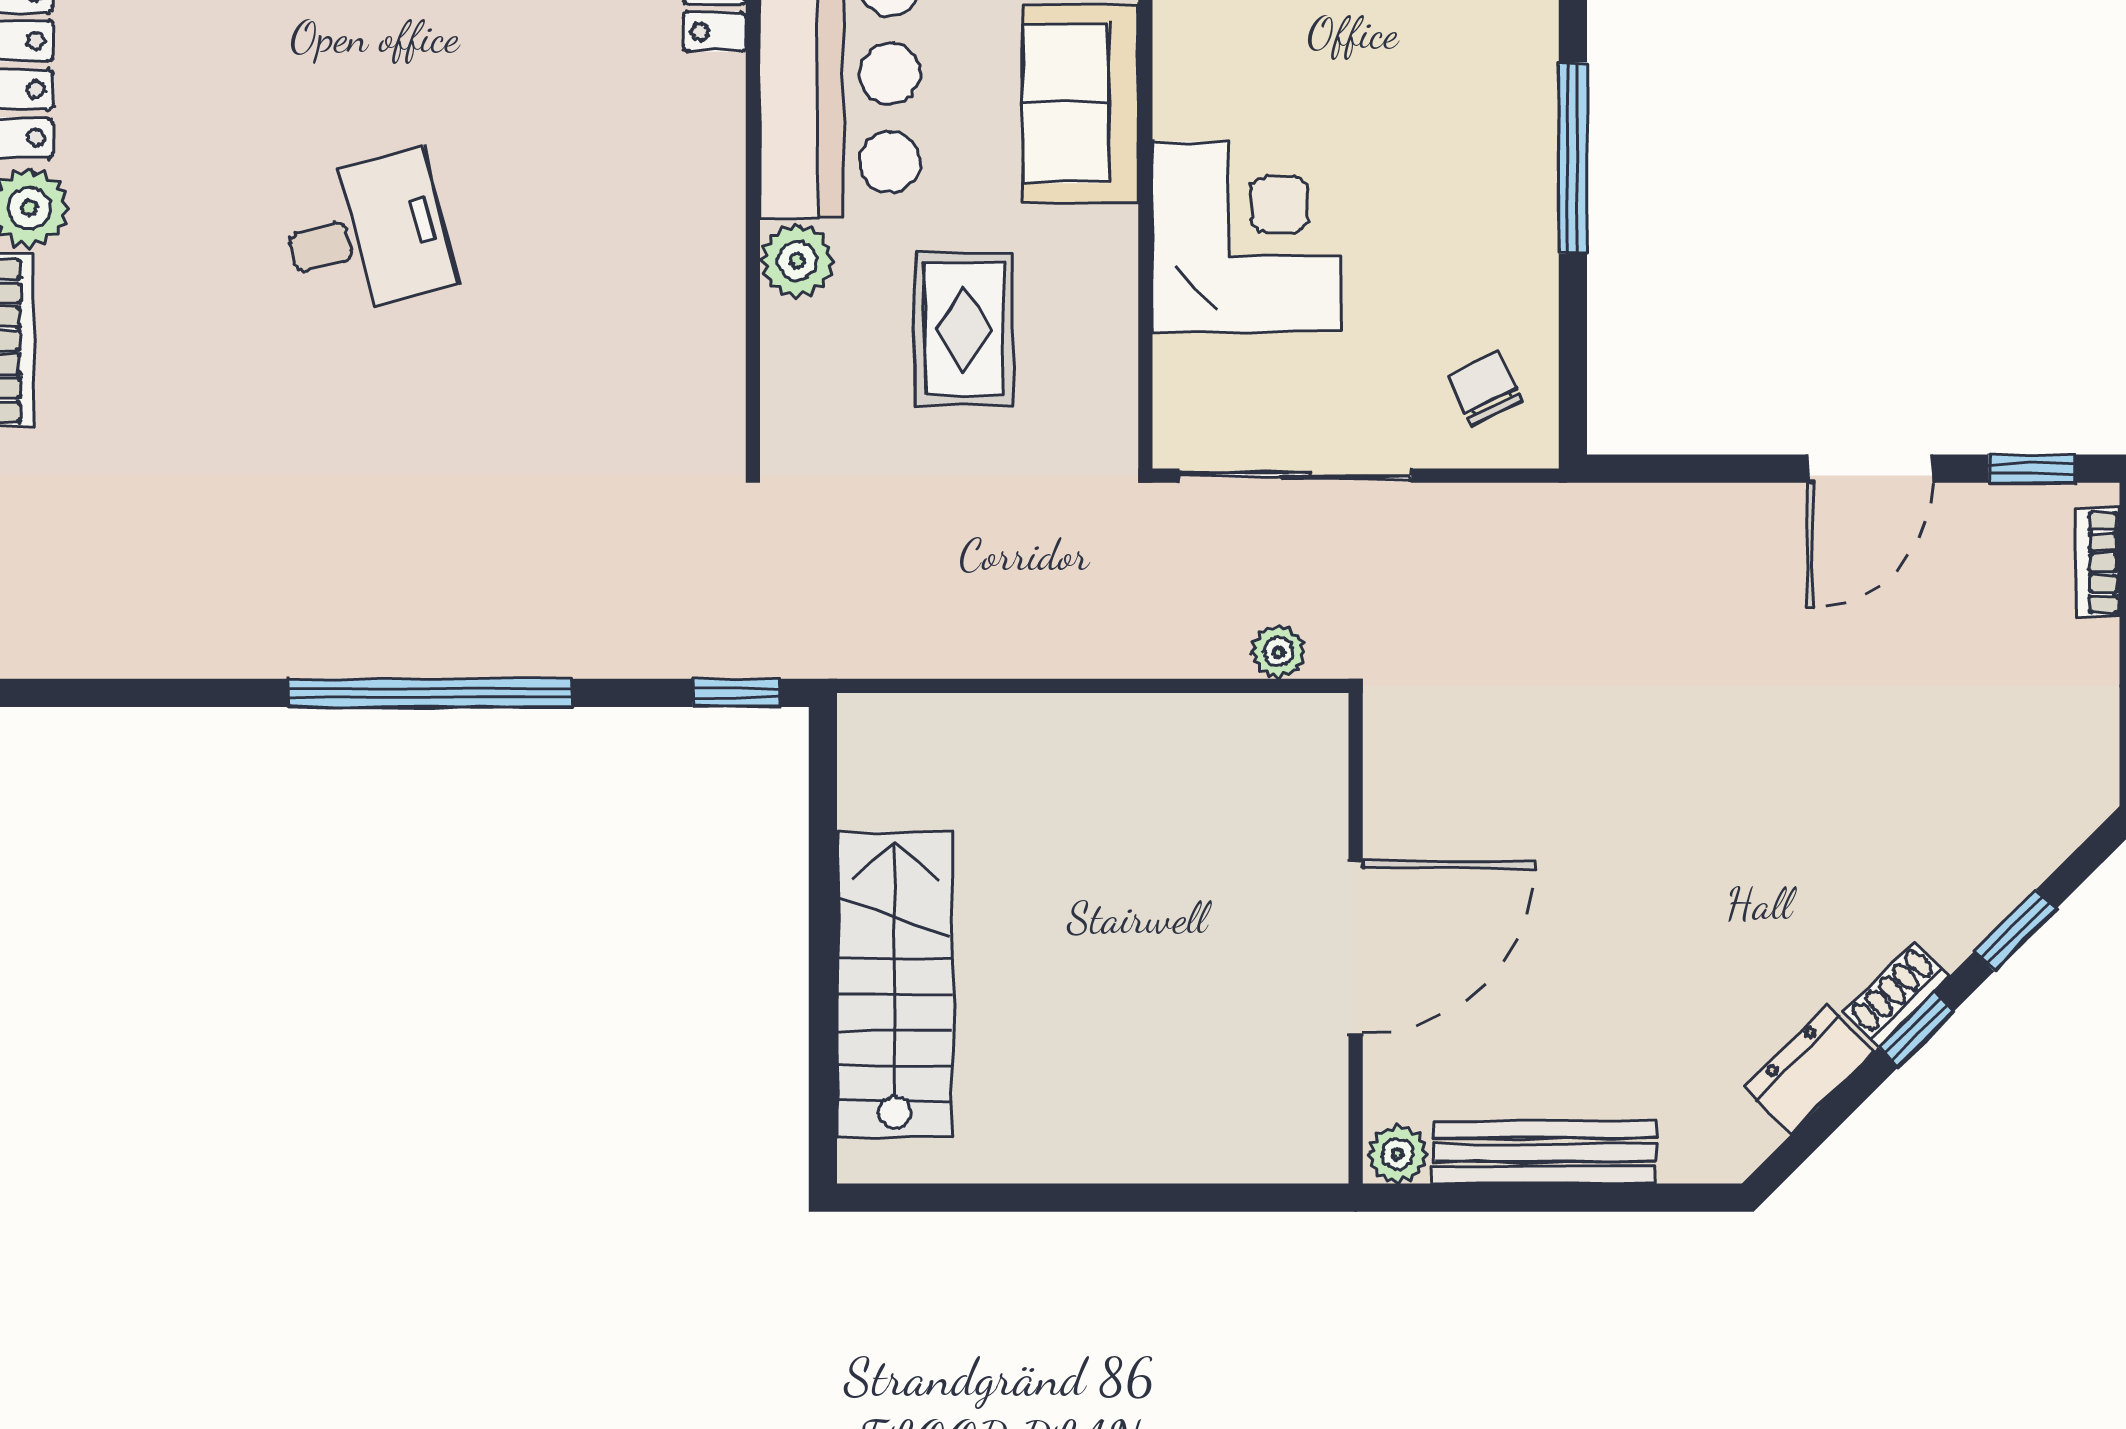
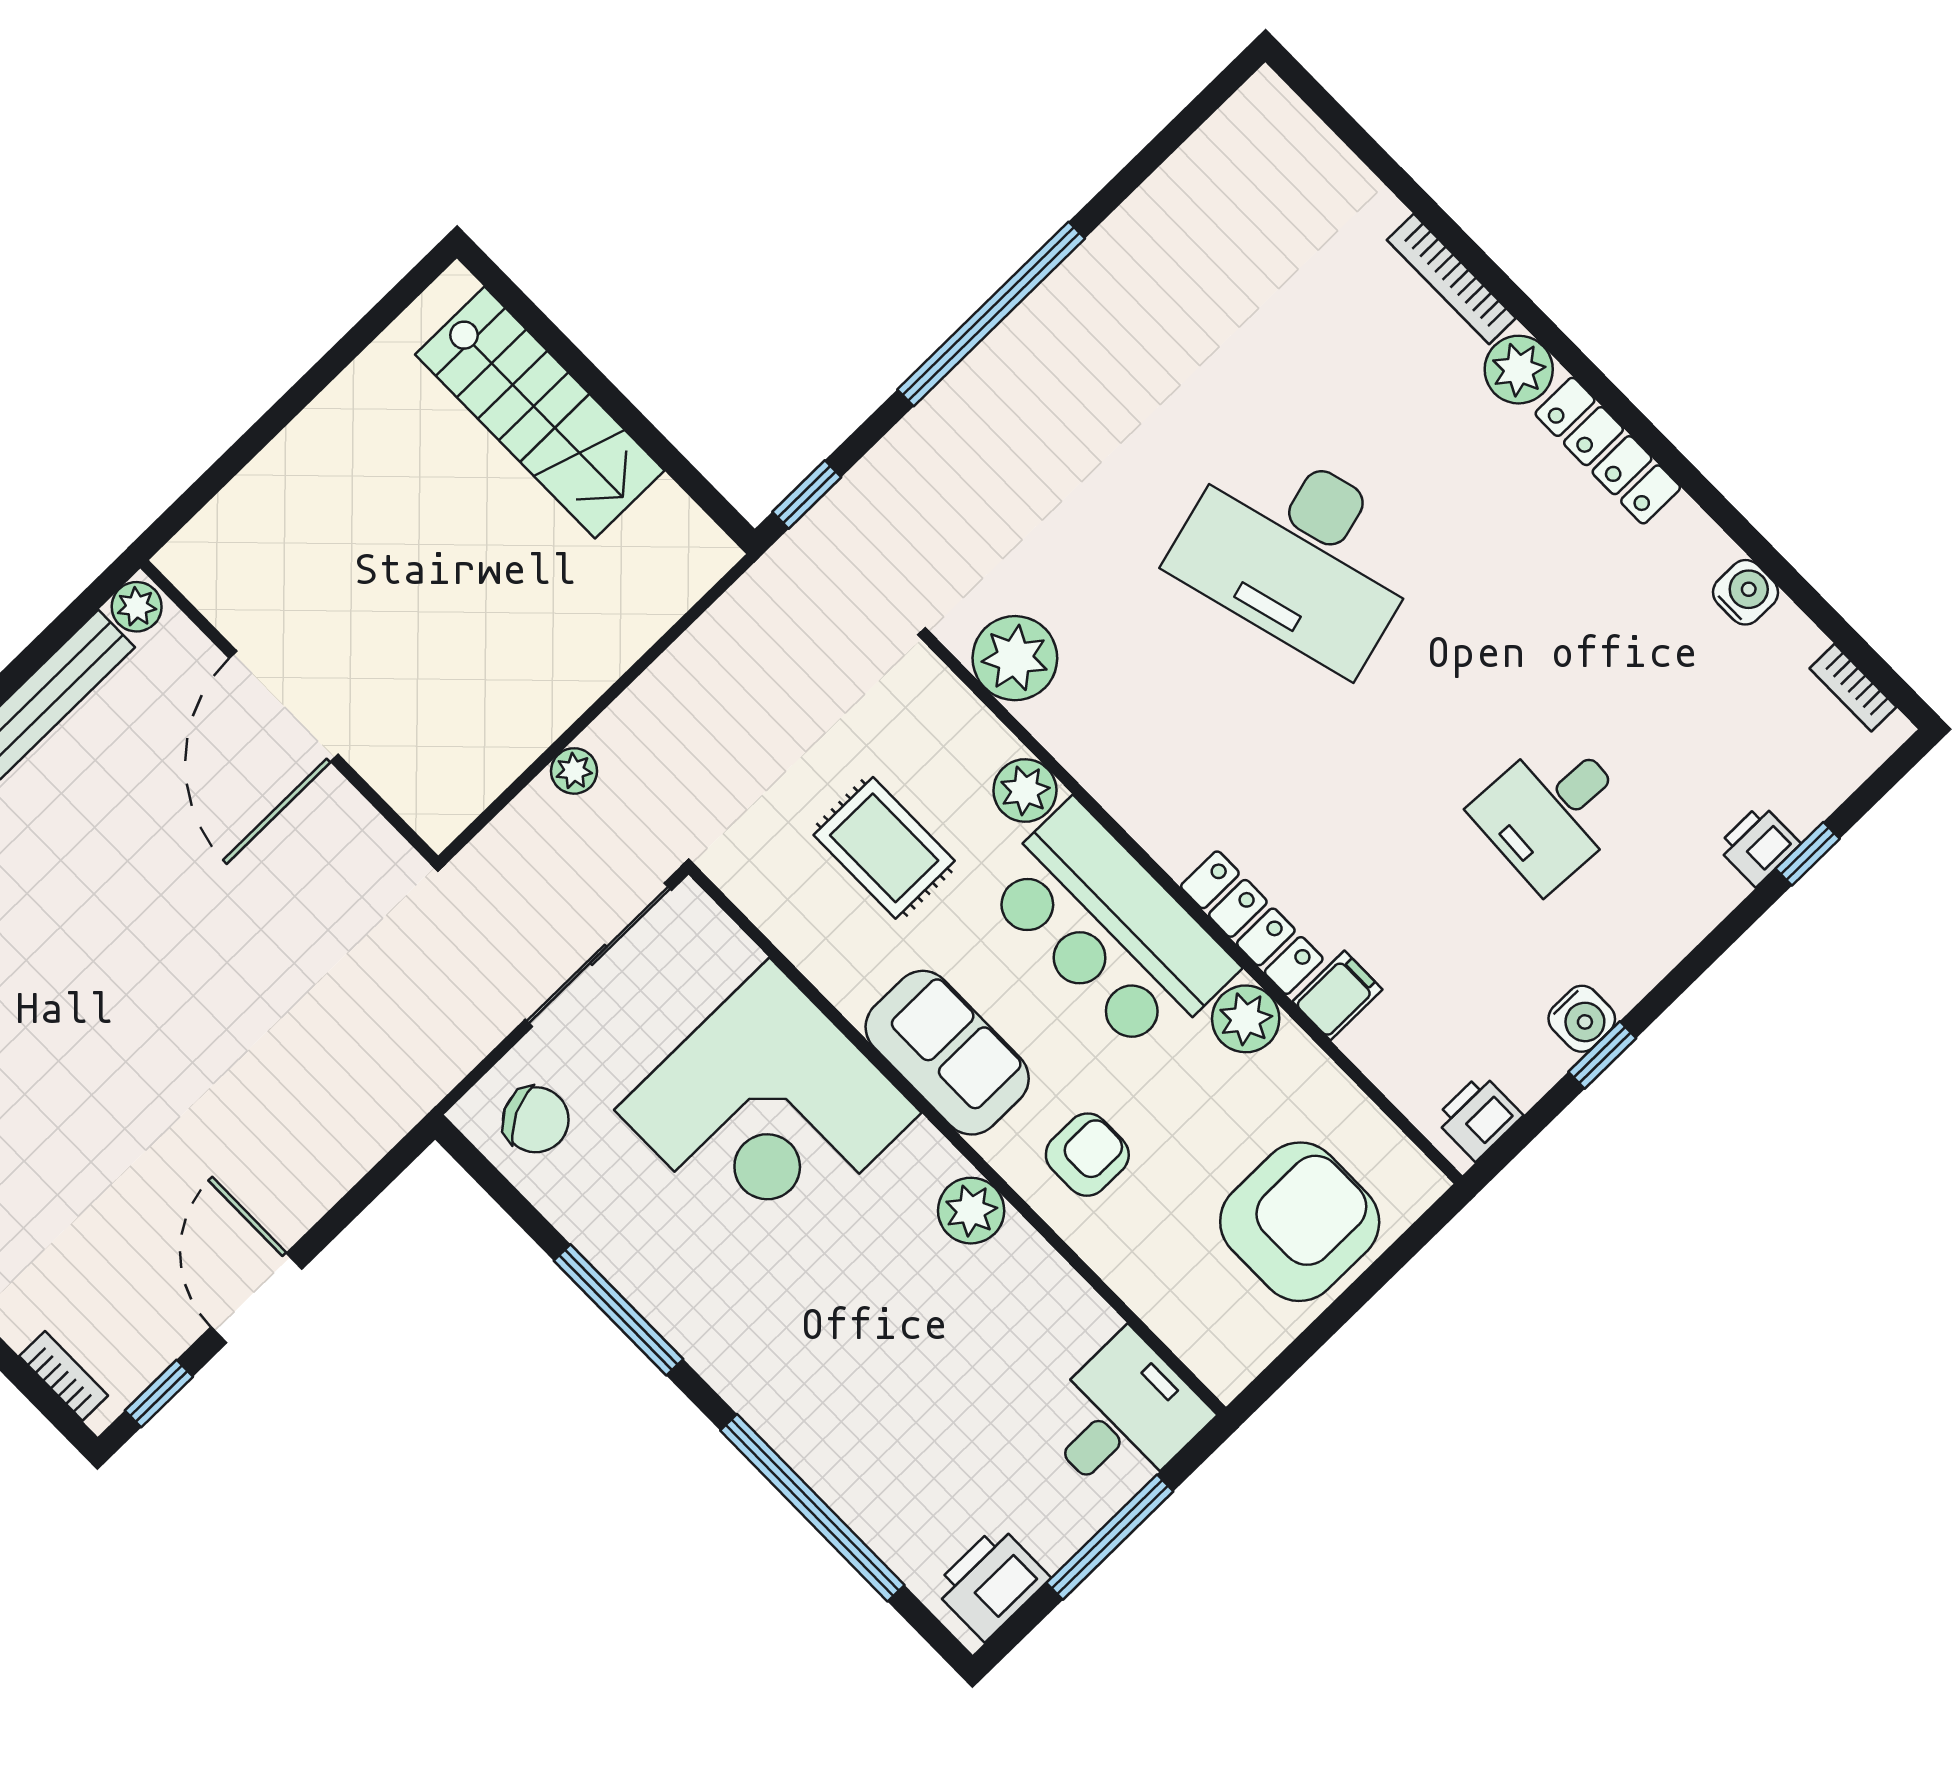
desk: (367, 235) -> (1299, 553), width x1.87, depth x1.30
corner desk: (1247, 237) -> (768, 1111), width x1.36, depth x1.36
plant: (696, 381) -> (1015, 658), added
chair: (1485, 388) -> (536, 1120), width x1.37, depth x1.37
plant: (1278, 652) -> (574, 771), moved

